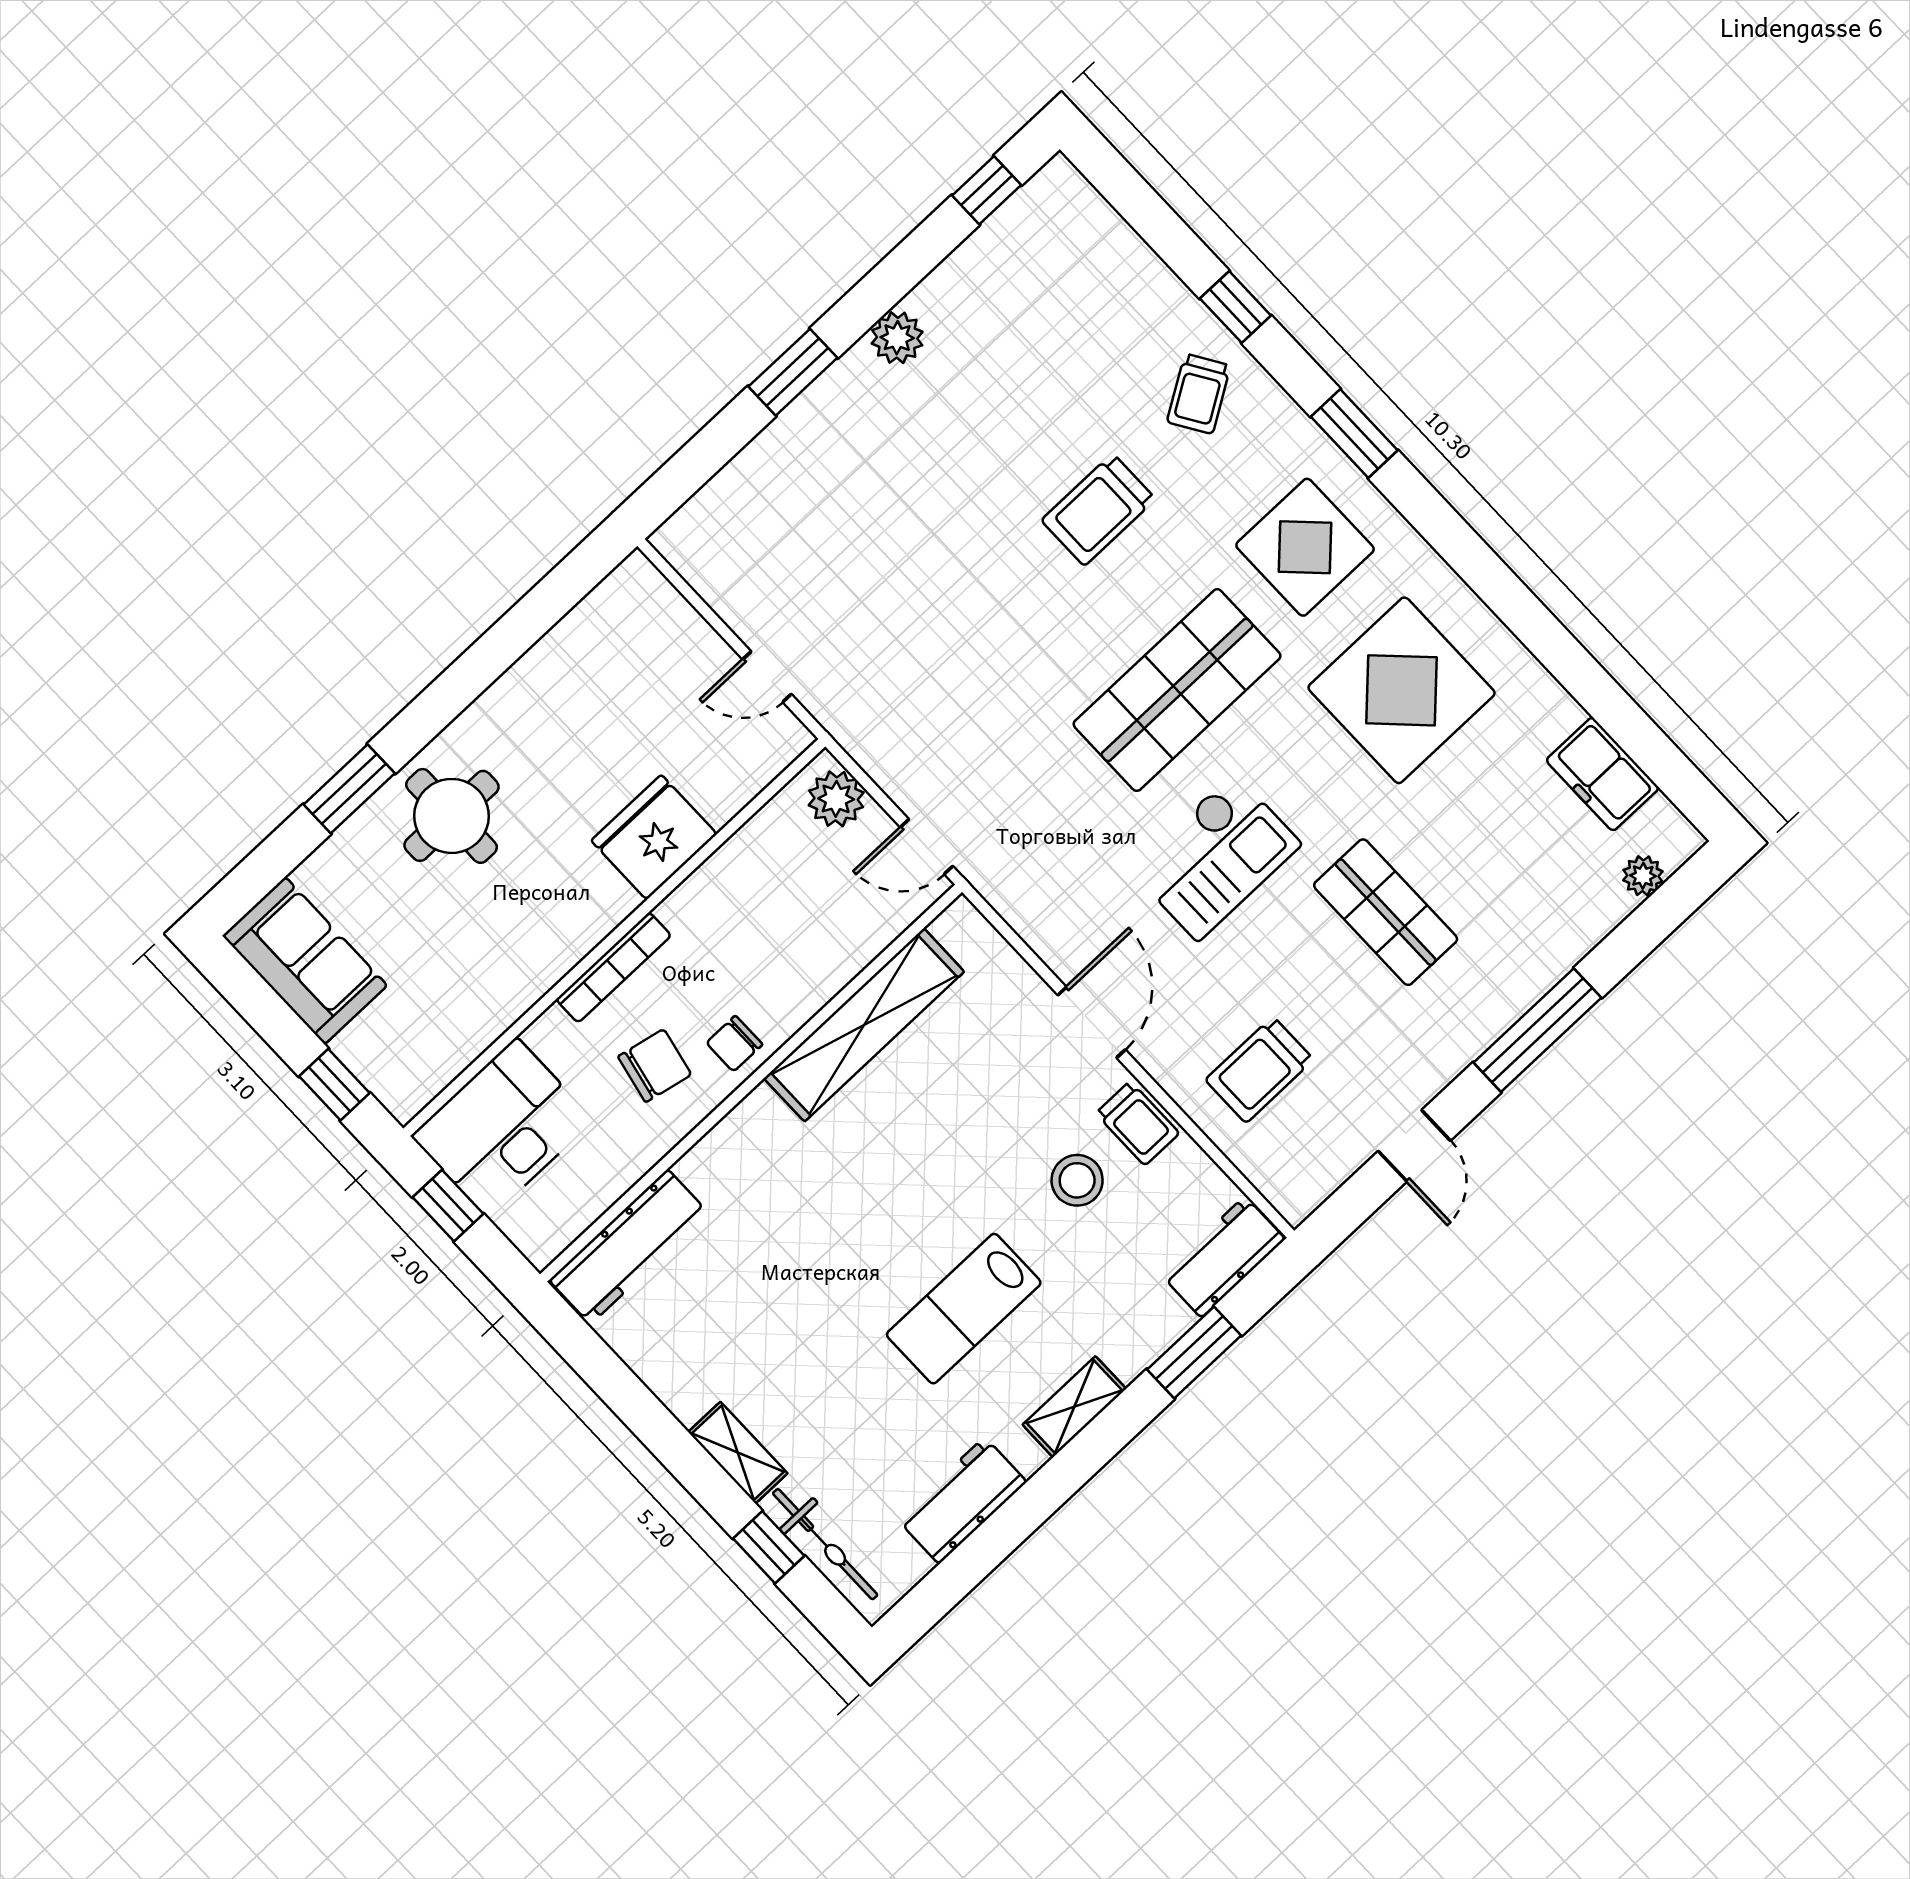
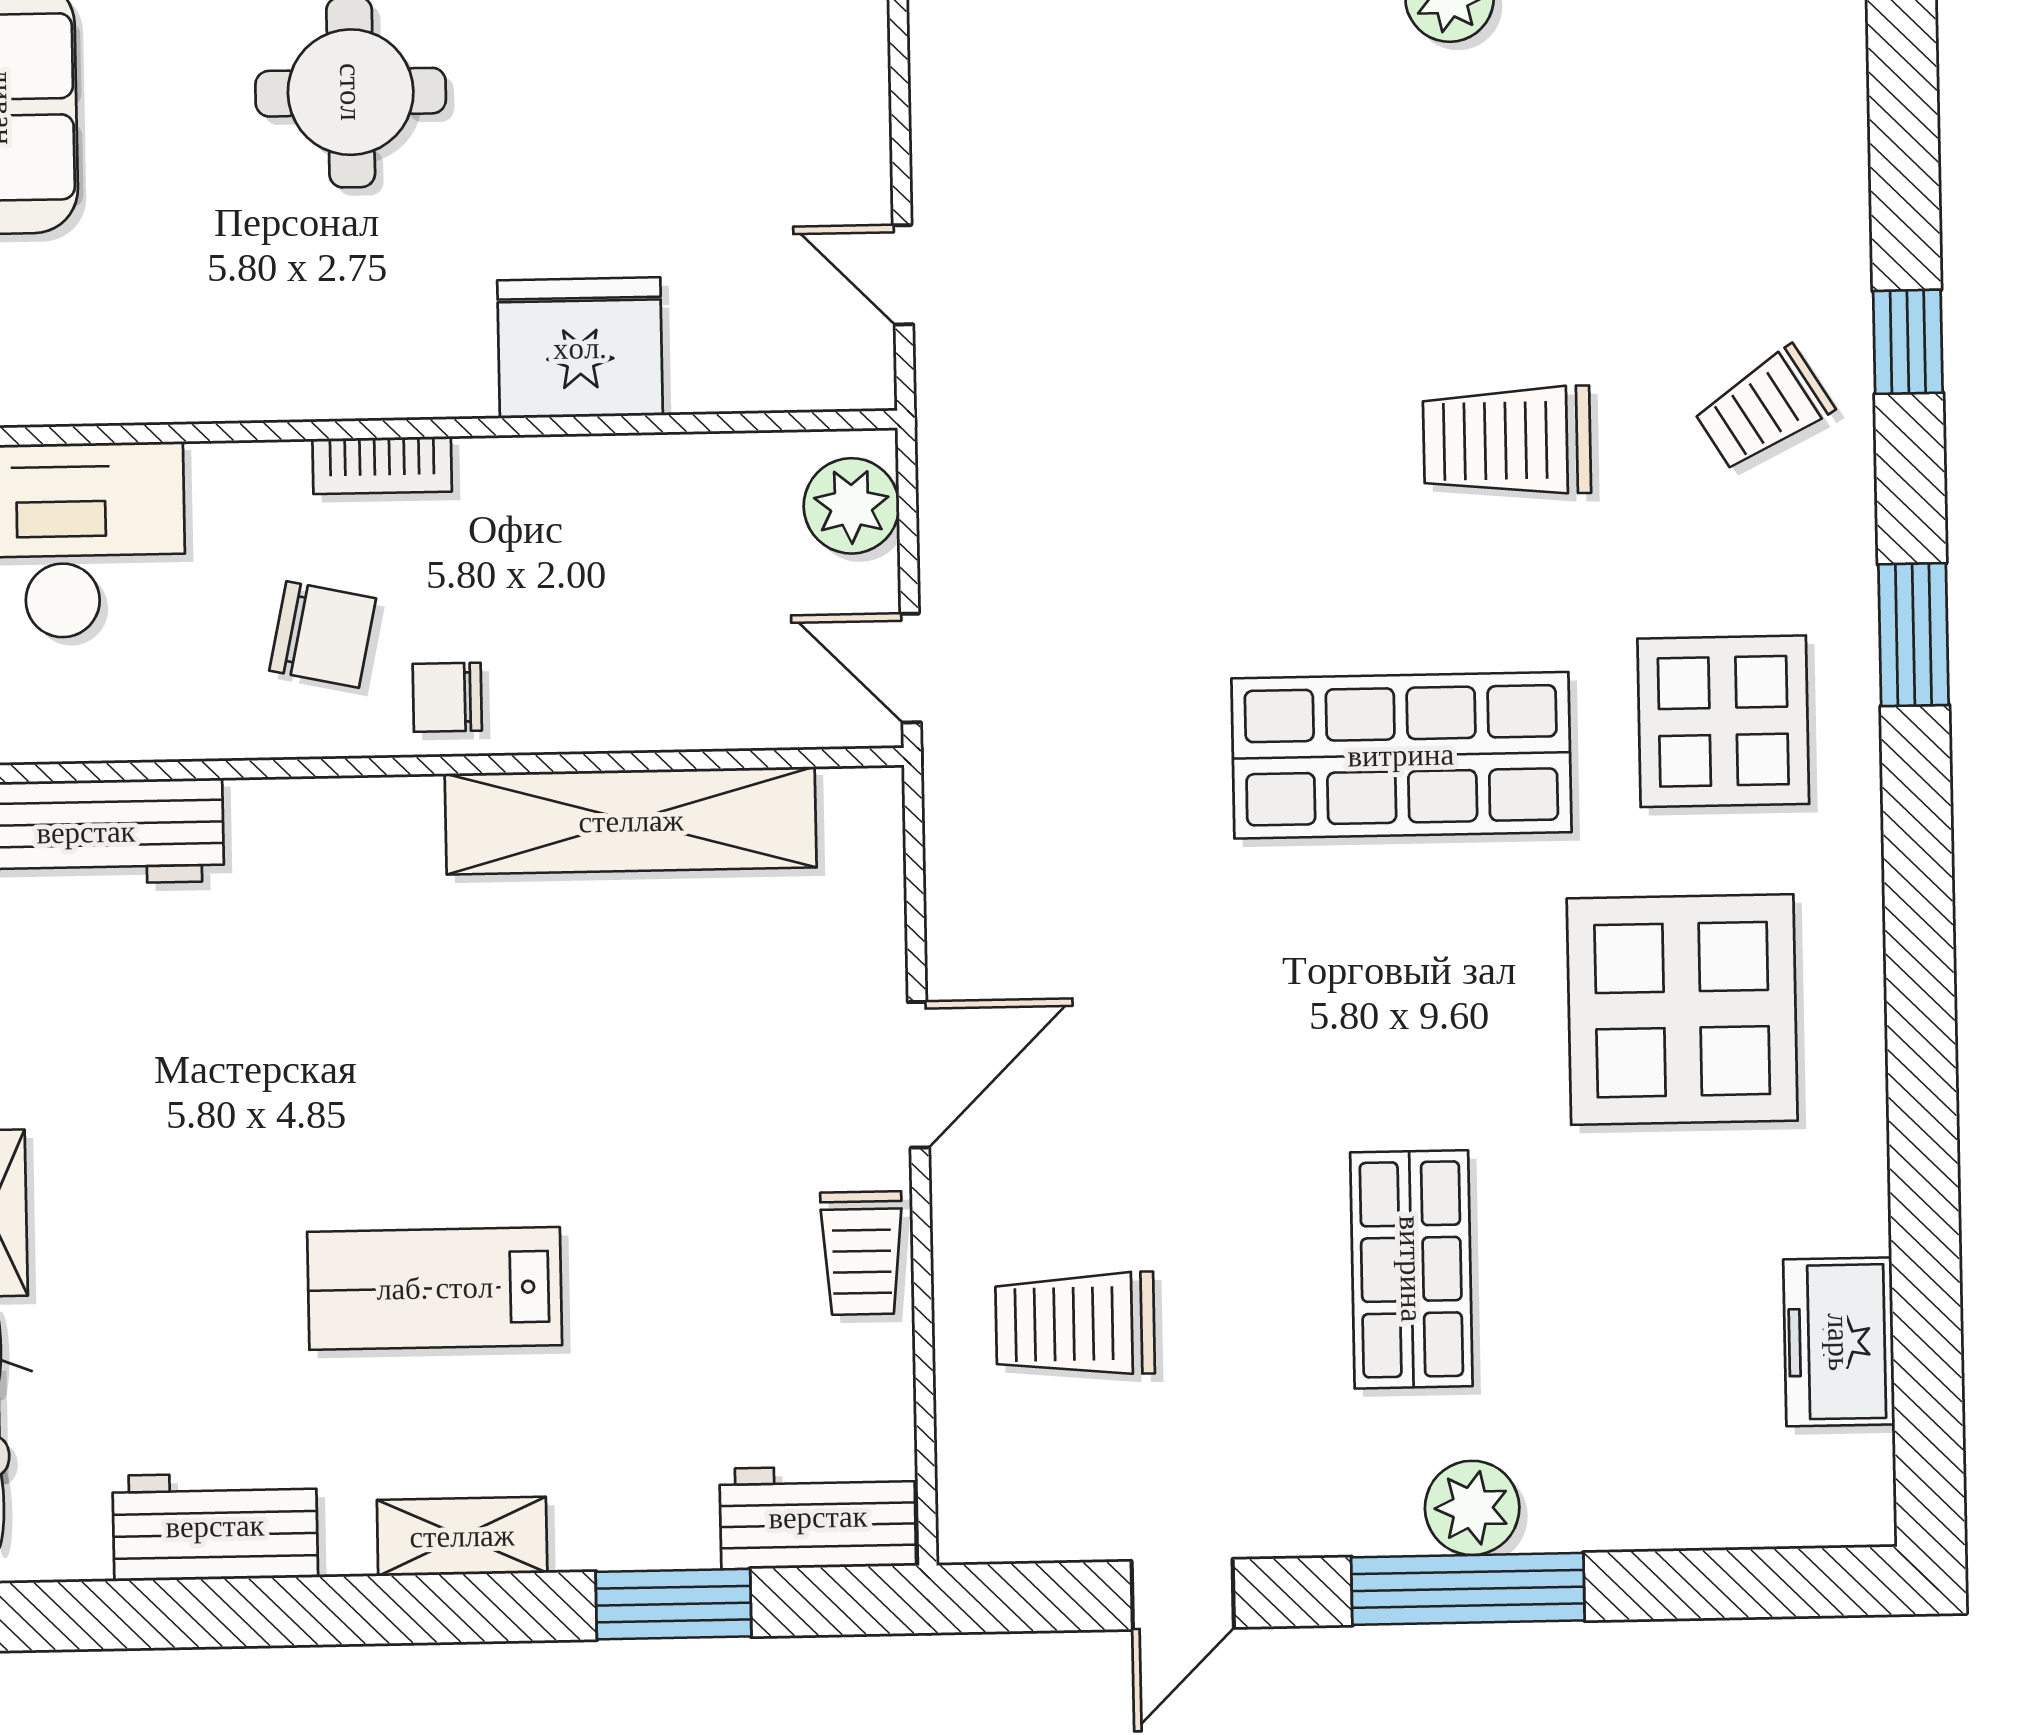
checkout: (1216, 857) -> (1261, 1008), removed
plant: (1643, 876) -> (1472, 1508), moved, width x1.38, depth x1.38
bookcase: (614, 967) -> (382, 465), width x0.64
stool: (1077, 1180) -> (722, 1256), removed

